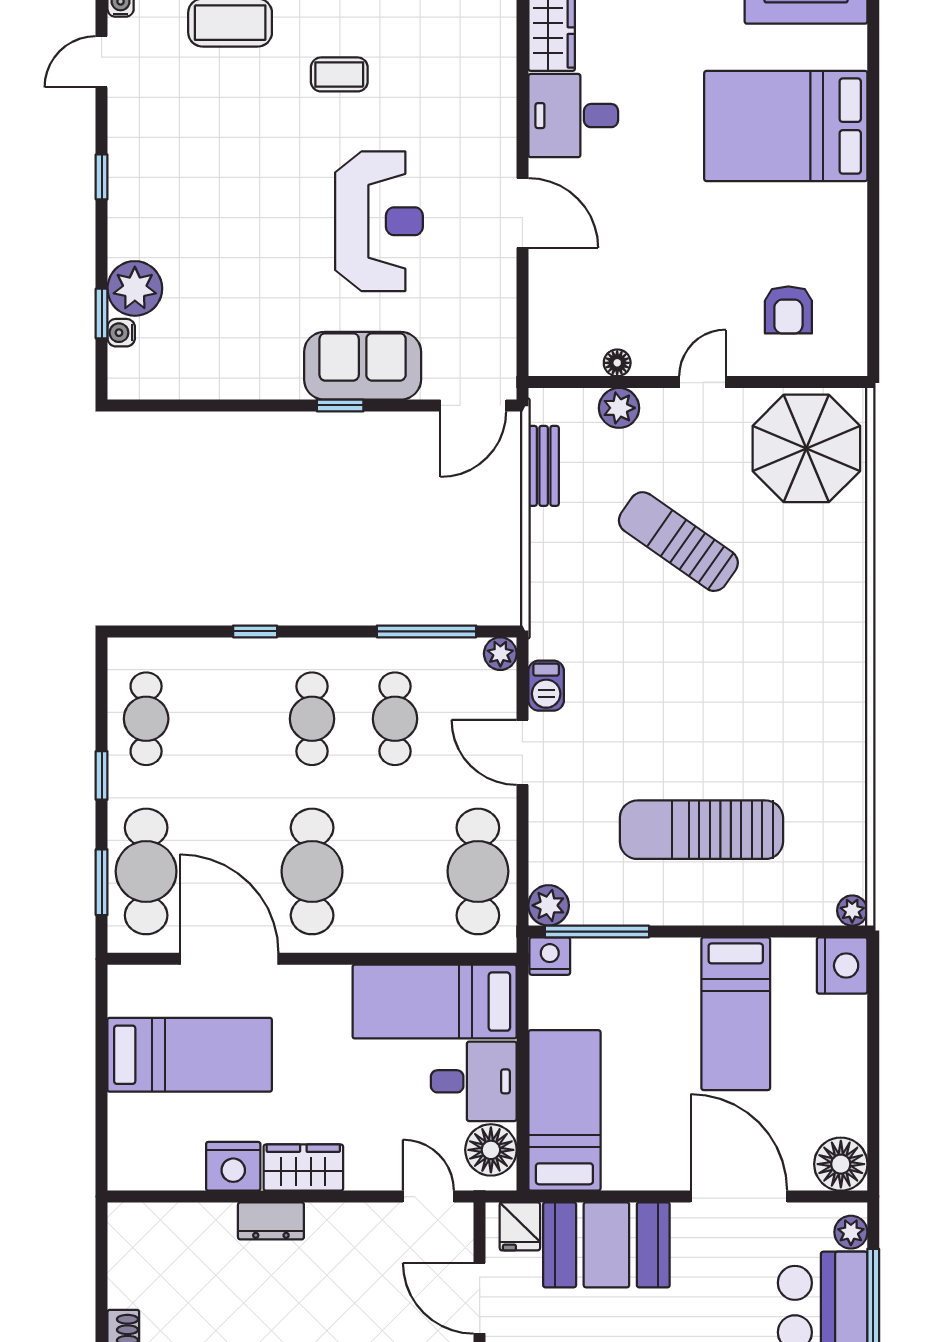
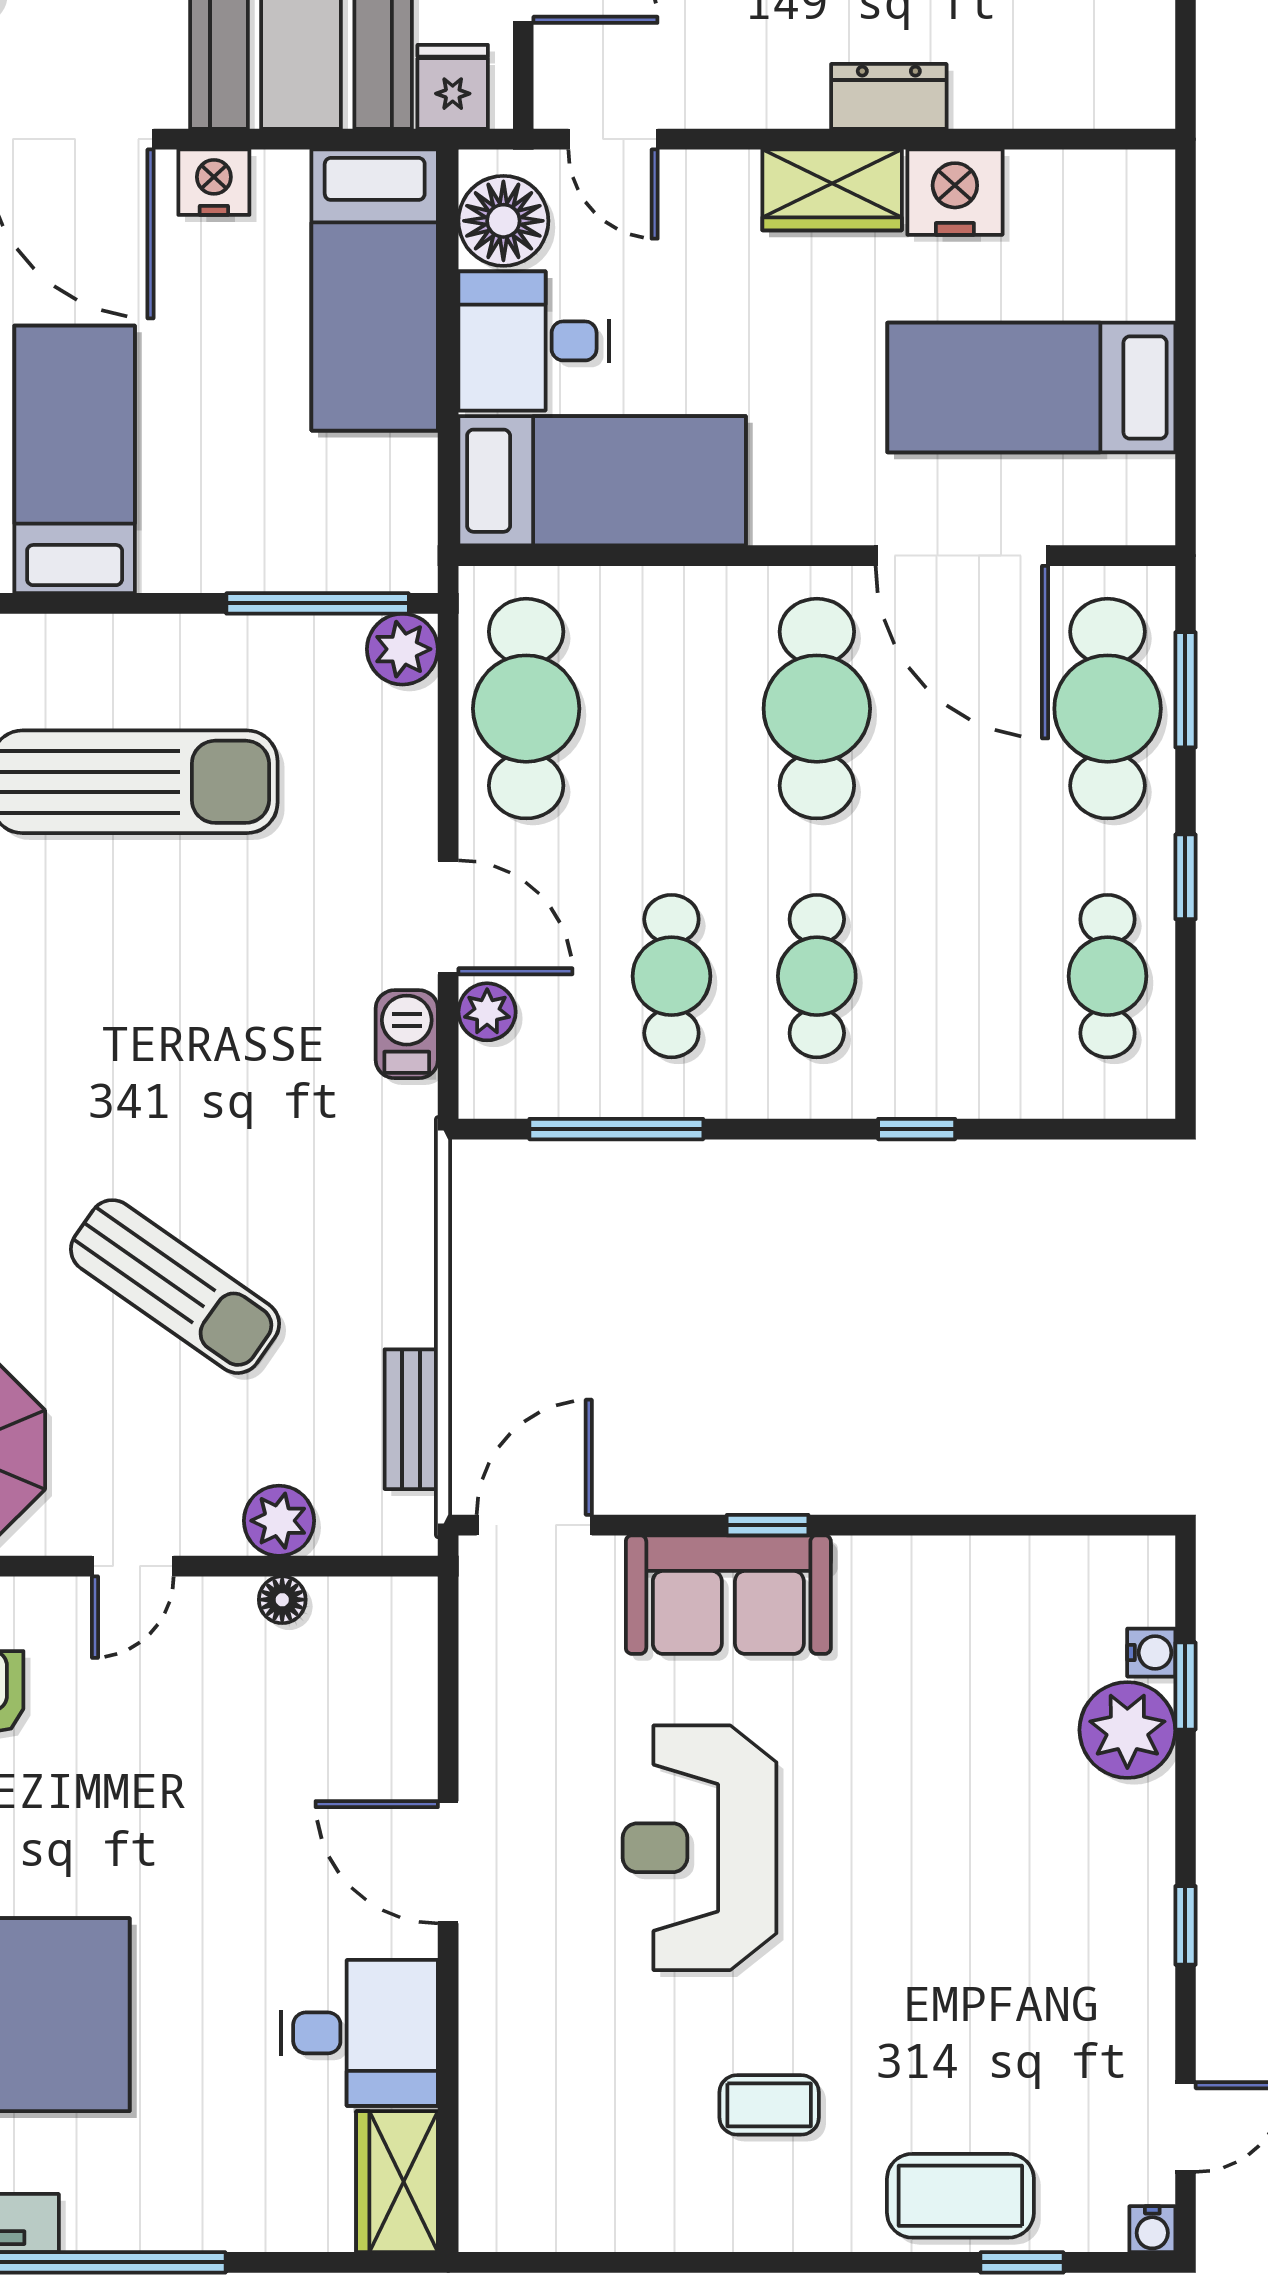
plant: (500, 654) -> (487, 1012), moved
nightstand: (550, 956) -> (214, 182), moved, turned 180

